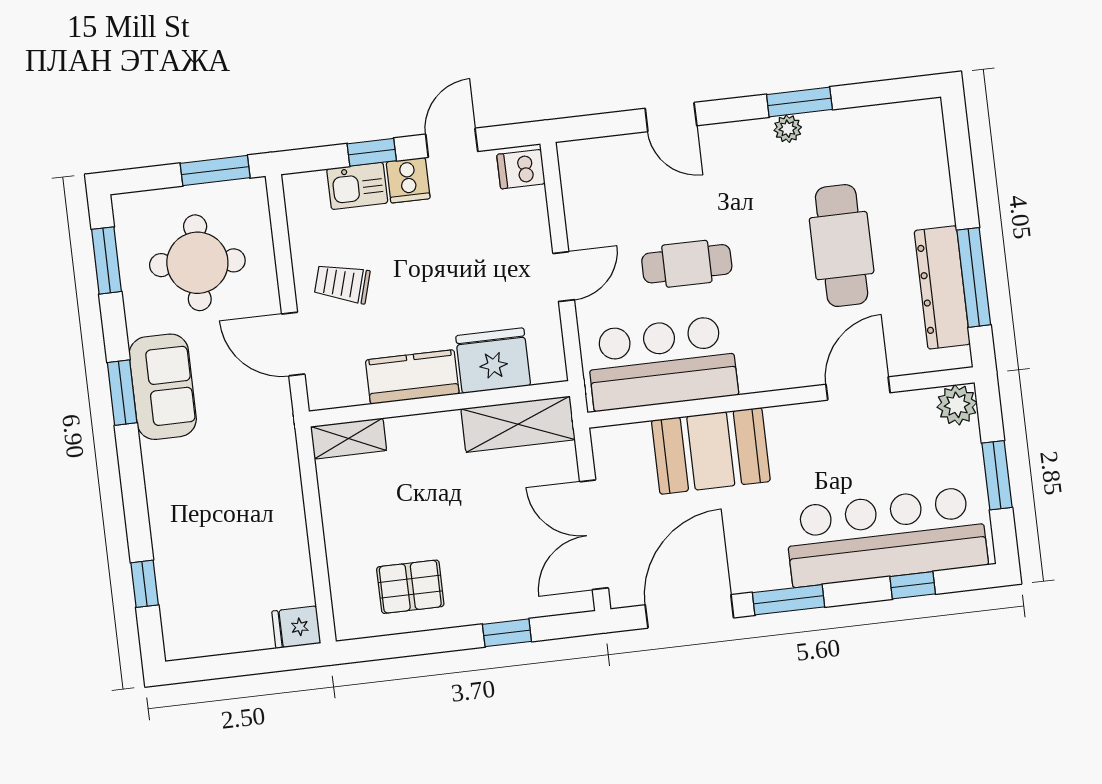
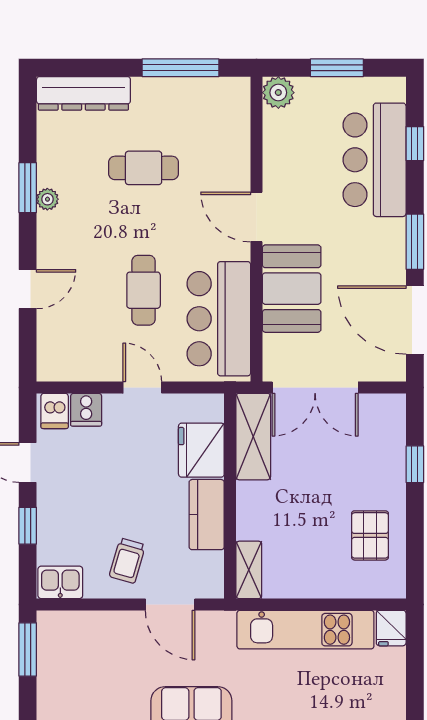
cooker: (408, 180) -> (86, 410), moved, turned 90
kitchen sink: (357, 186) -> (60, 582), moved, turned -90
cafe table: (842, 246) -> (144, 168), width x0.73, depth x0.74
round table: (197, 263) -> (98, 672), removed
dresser: (942, 287) -> (83, 93), moved
door: (293, 344) -> (170, 604), hinge flipped
door: (858, 388) -> (256, 217), moved
kitchen unit: (281, 519) -> (305, 630), added
double door: (594, 535) -> (315, 387), moved
bar counter: (886, 537) -> (375, 160), width x0.73

